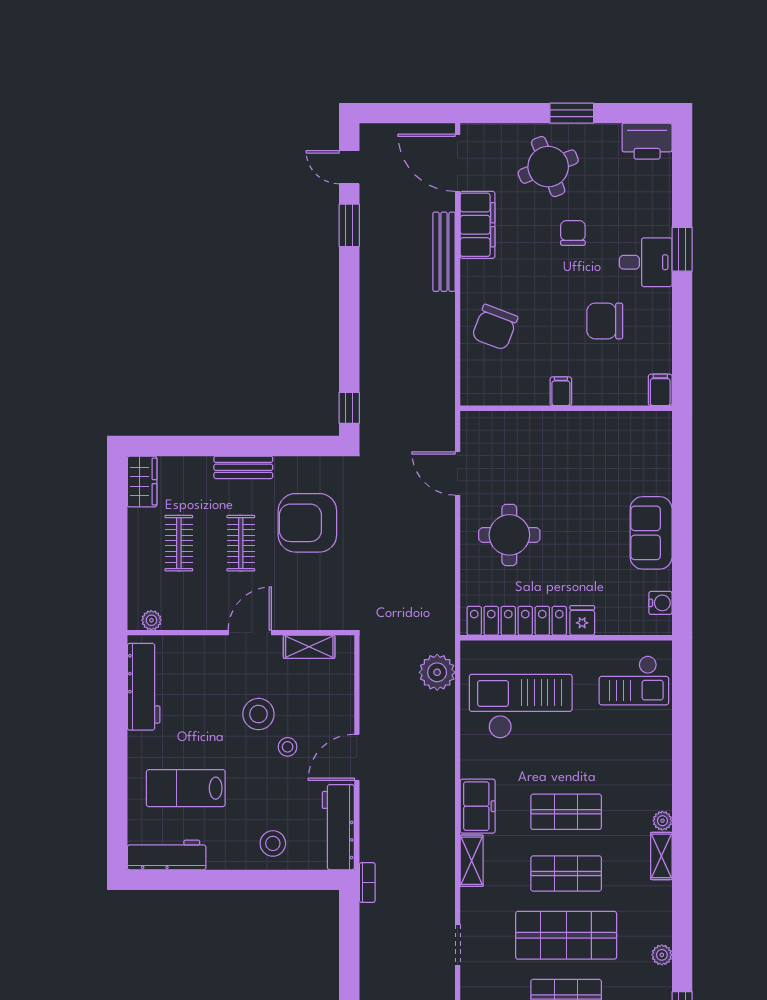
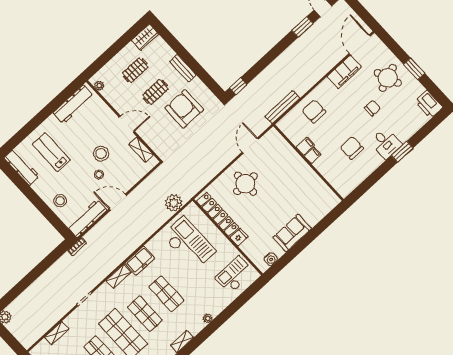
bench: (444, 252) -> (282, 107), moved
chair: (495, 327) -> (314, 111), turned 69
filing cabinet: (660, 390) -> (305, 146), moved
checkout: (634, 680) -> (235, 275), turned 90
plant: (662, 821) -> (208, 318), moved

